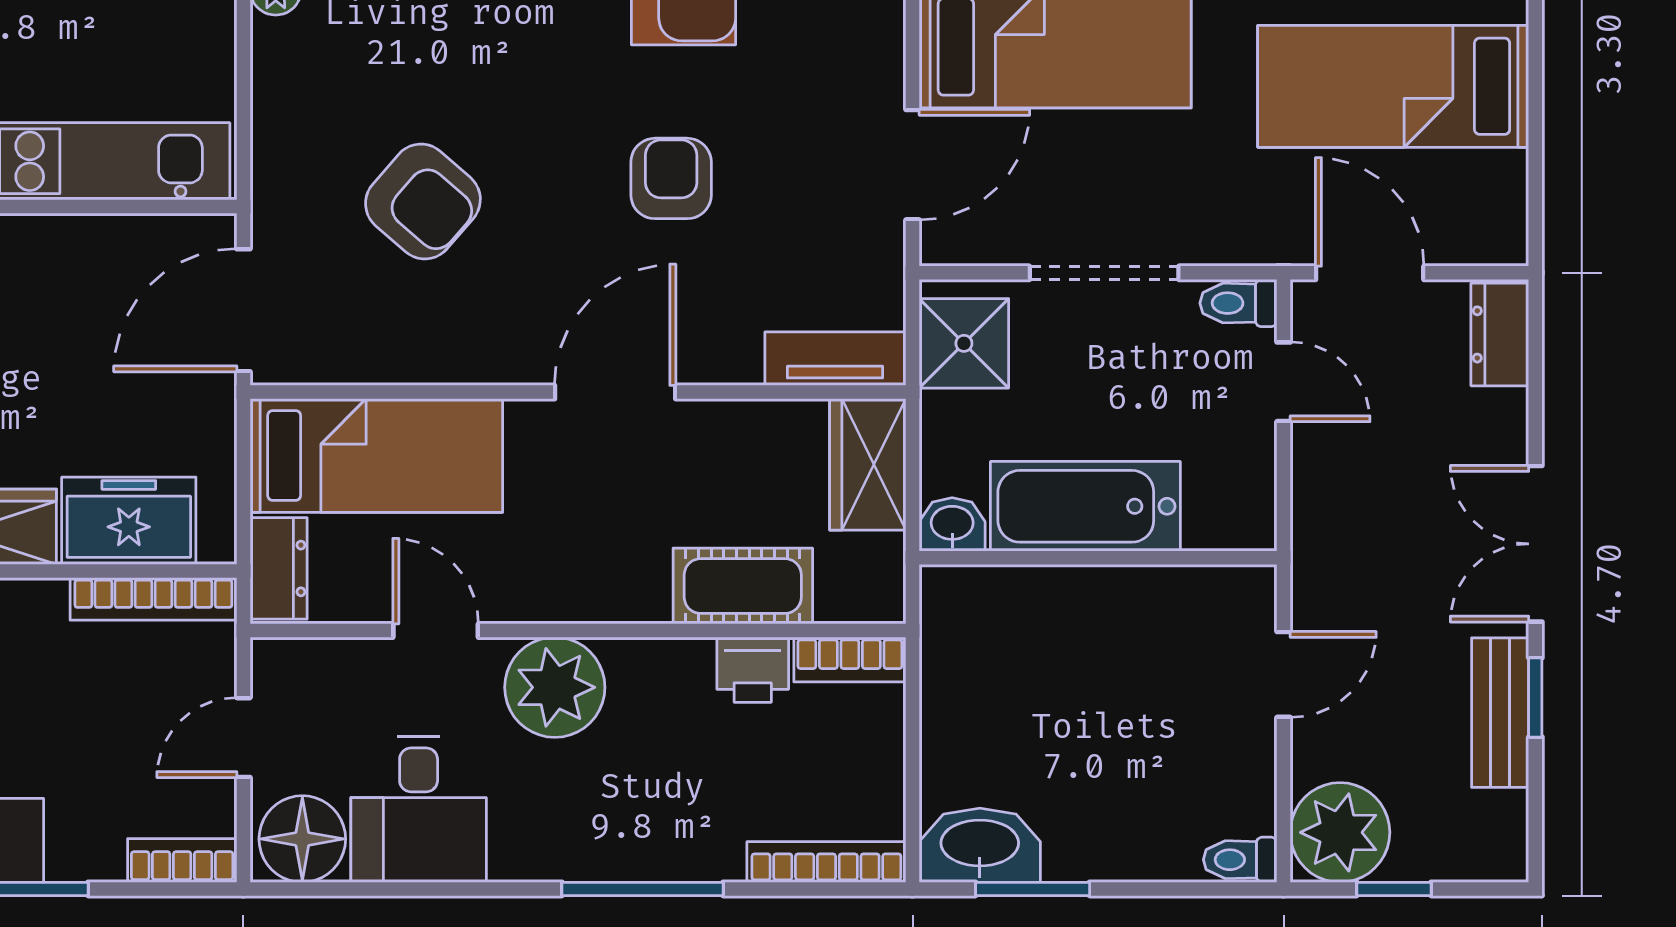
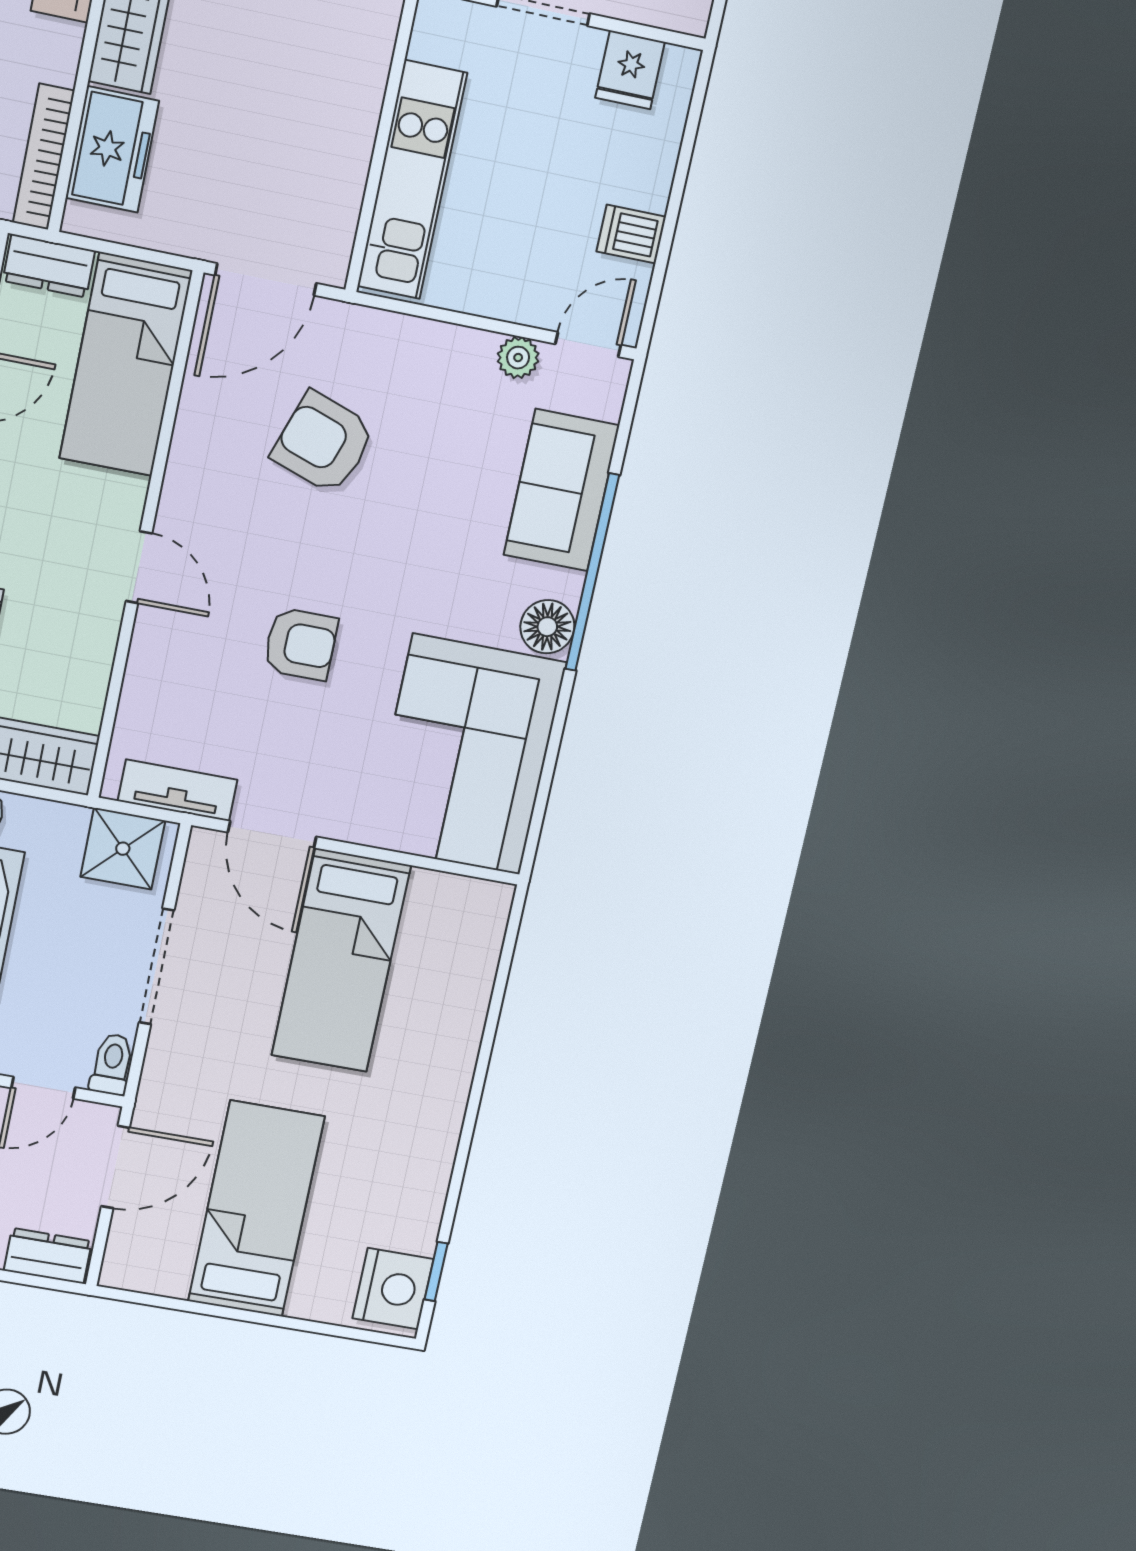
armchair: (423, 201) -> (323, 443), turned 68
door: (243, 310) -> (266, 279), swing flipped
tv unit: (835, 359) -> (178, 790), moved, turned -90
door: (615, 392) -> (139, 567), width x0.73

